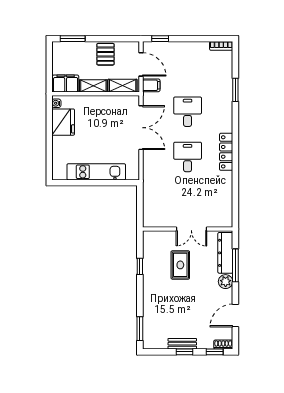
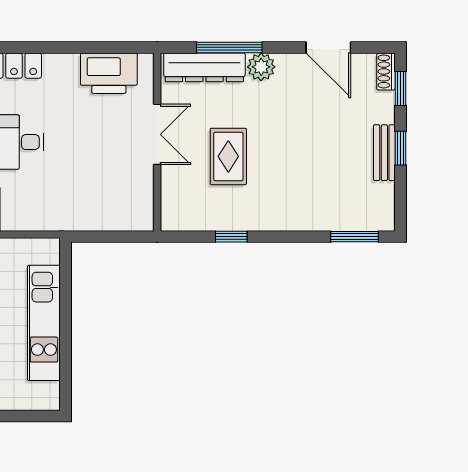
printer: (222, 205) -> (109, 73), added
rug: (180, 265) -> (228, 156), turned 90

